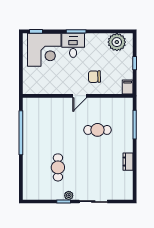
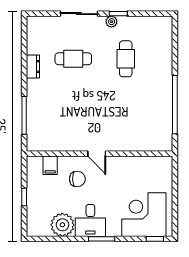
plant: (117, 42) -> (62, 225), moved
desk: (73, 45) -> (90, 220), moved
filing cabinet: (128, 87) -> (50, 165), moved
door: (80, 96) -> (97, 154), swing flipped
cafe table: (98, 130) -> (73, 59), moved

